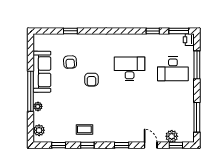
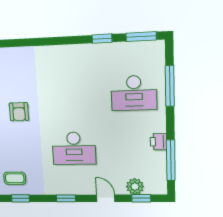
printer: (189, 40) -> (158, 142), moved
desk: (130, 69) -> (74, 148), moved, turned 180

